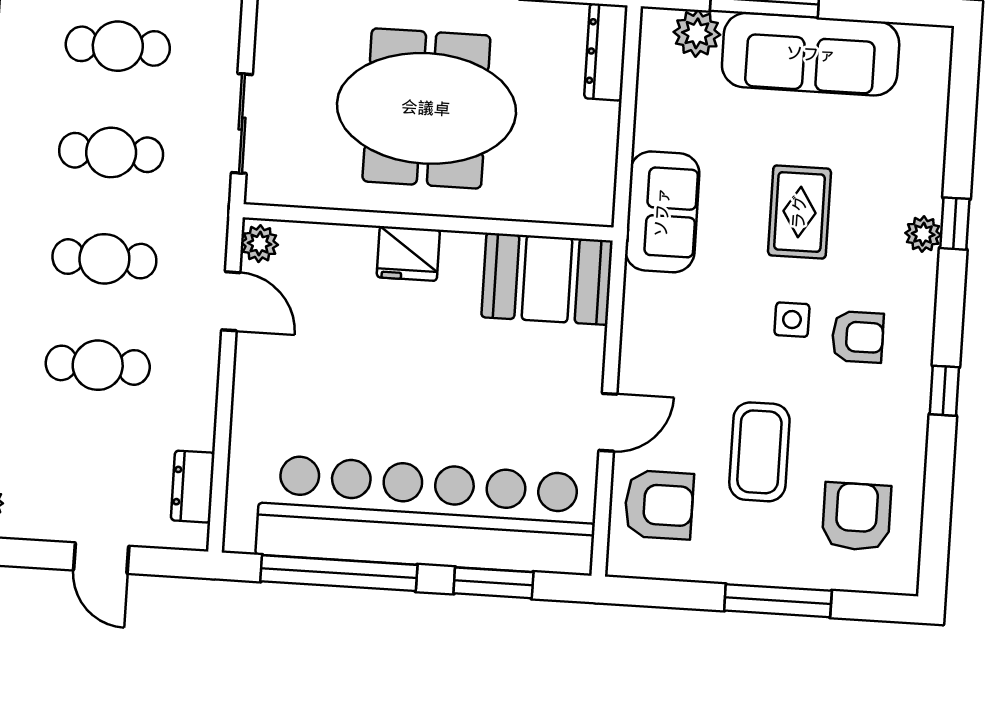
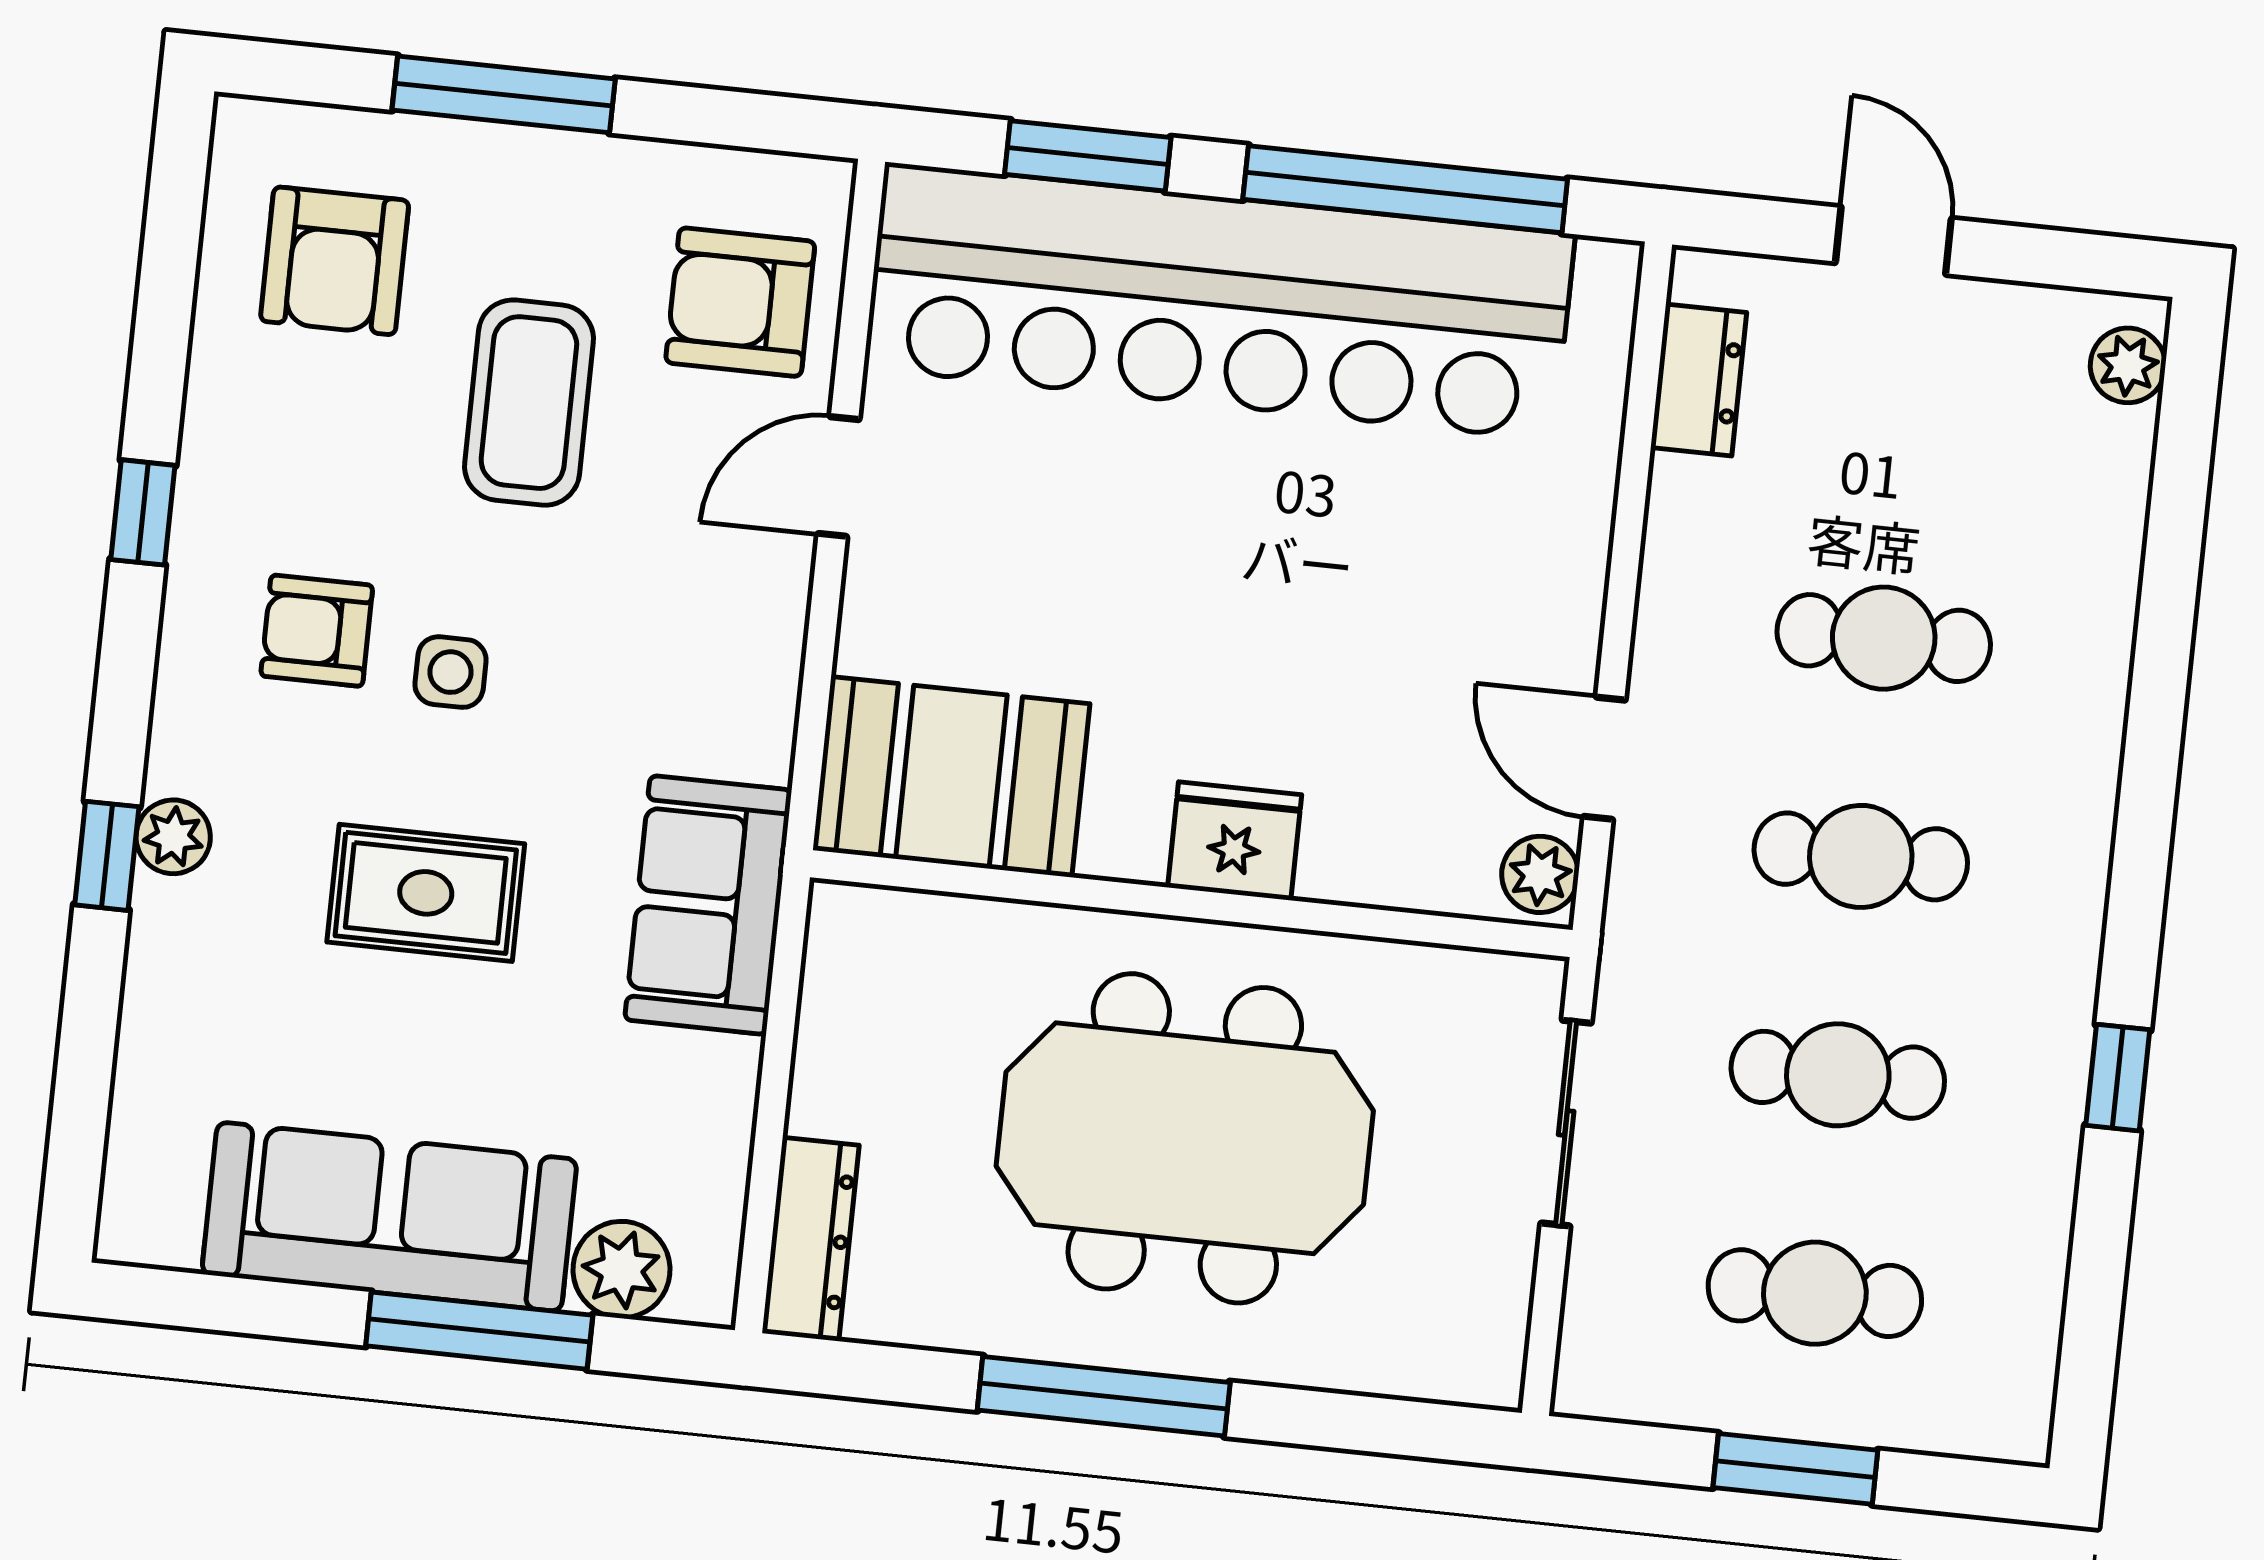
rug: (799, 212) -> (426, 893), turned 90

